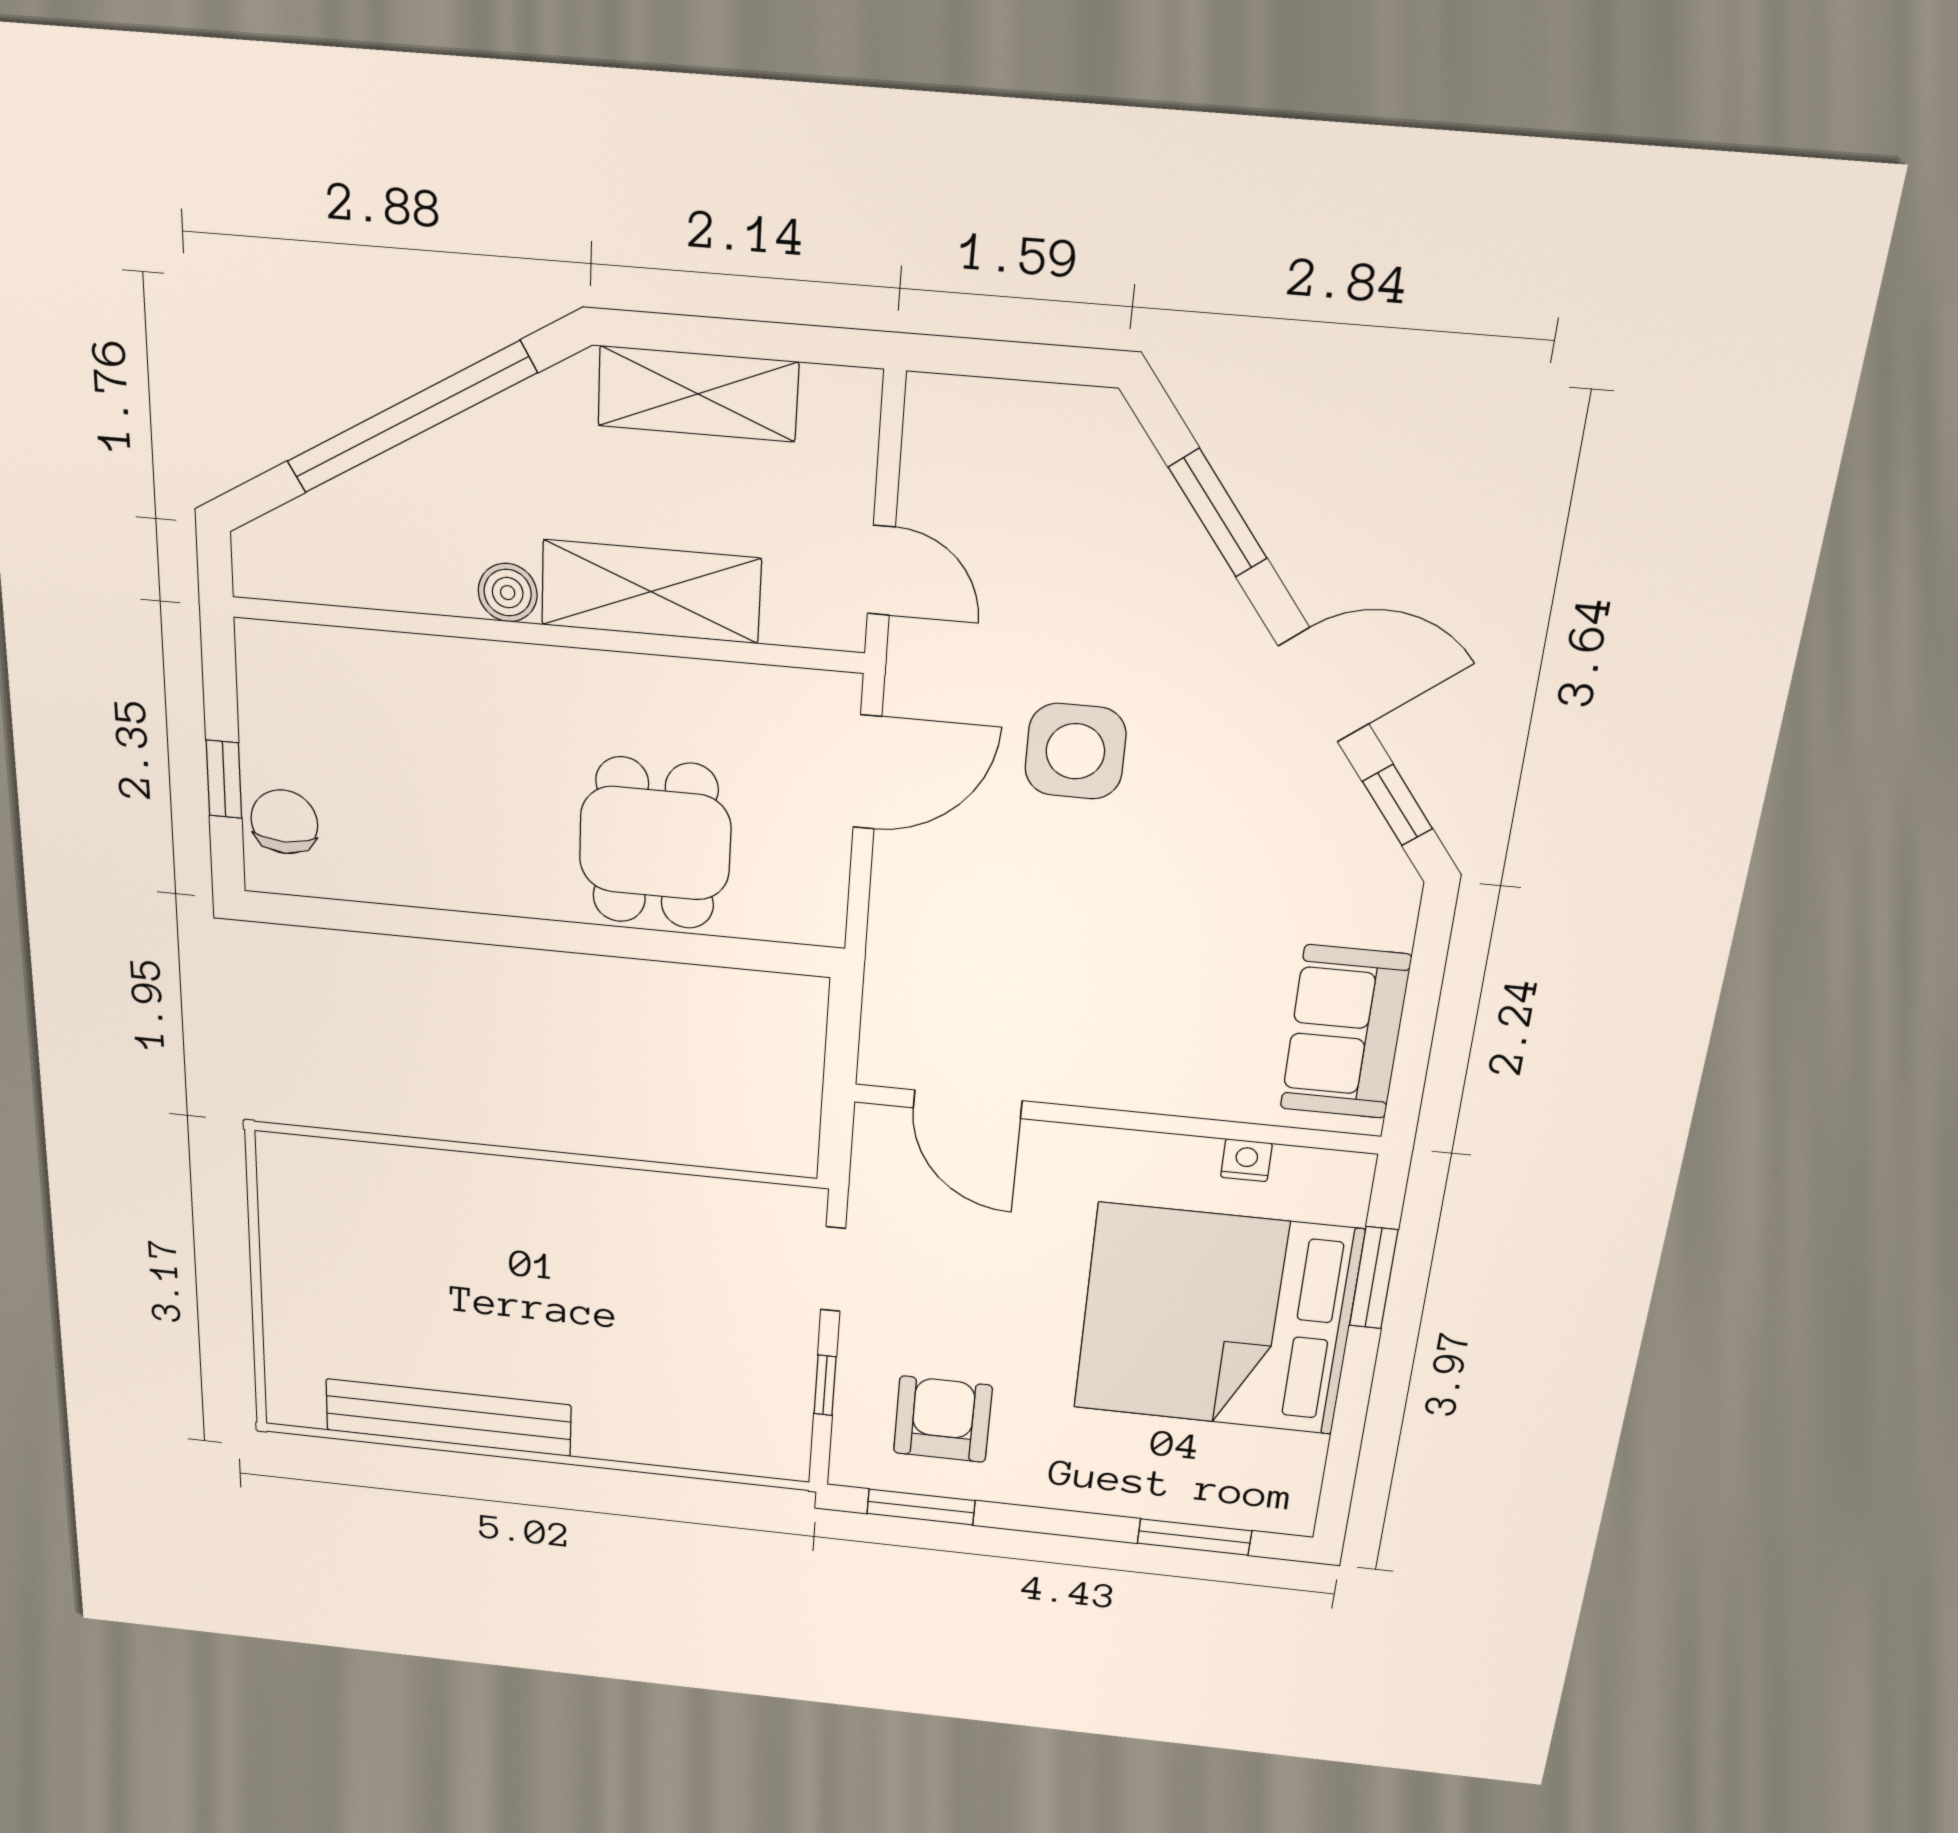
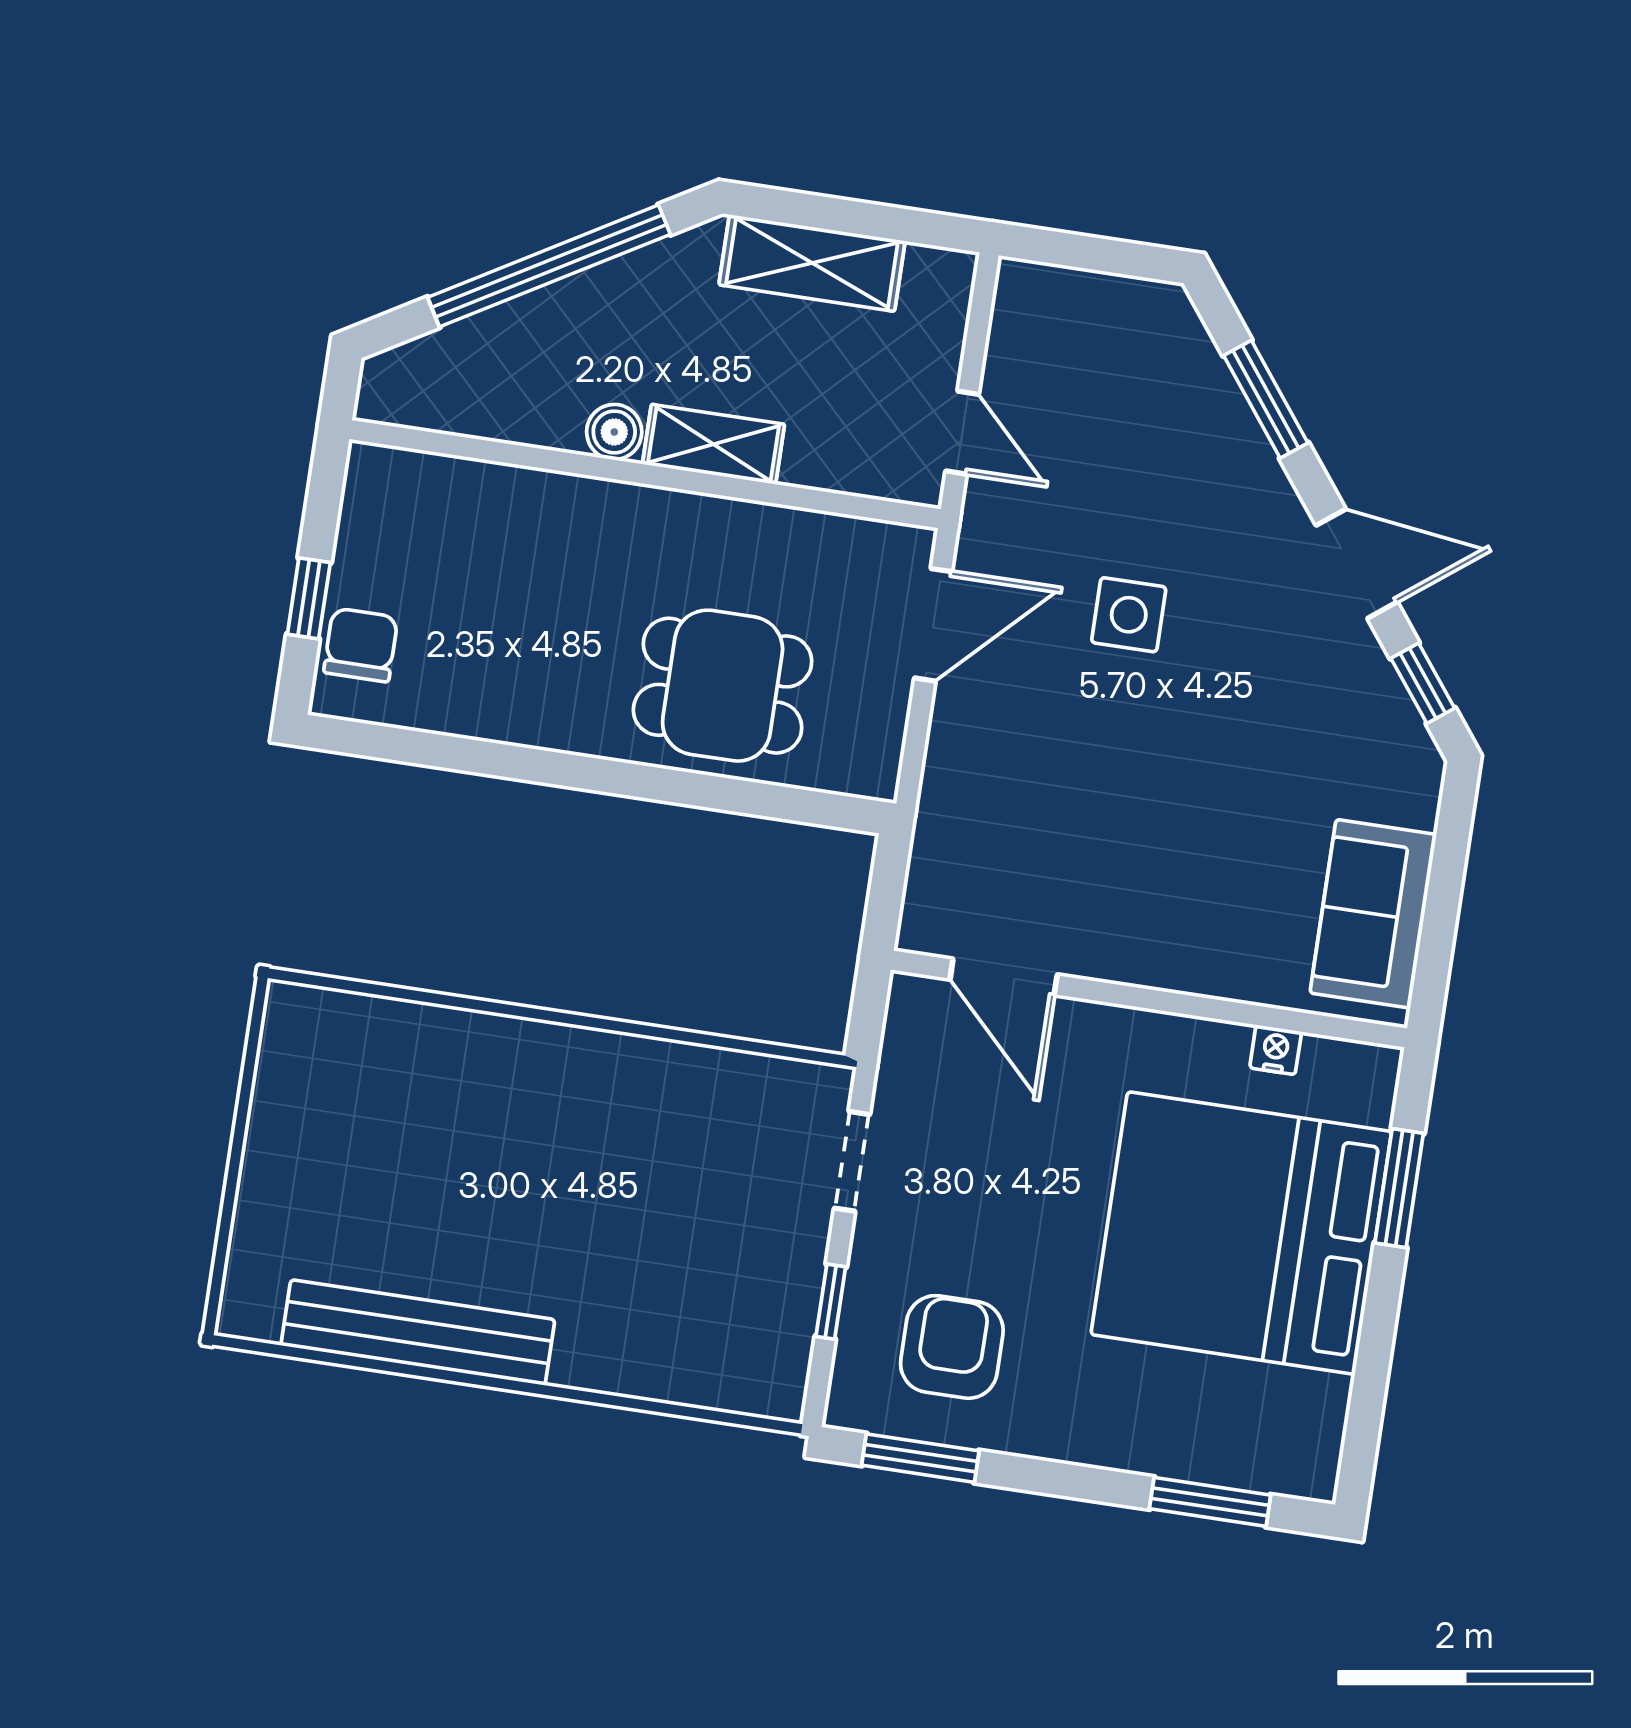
shelving: (651, 592) -> (713, 444), width x0.67, depth x0.75
side table: (1075, 751) -> (1129, 615), width x0.73, depth x0.73
dining table: (655, 843) -> (723, 686), turned 90

